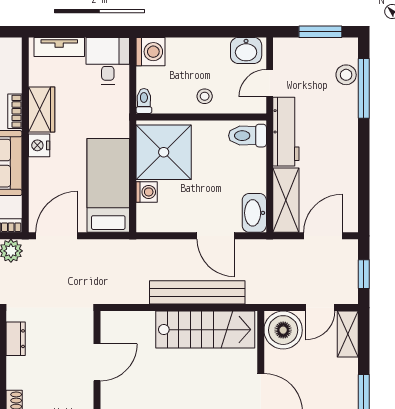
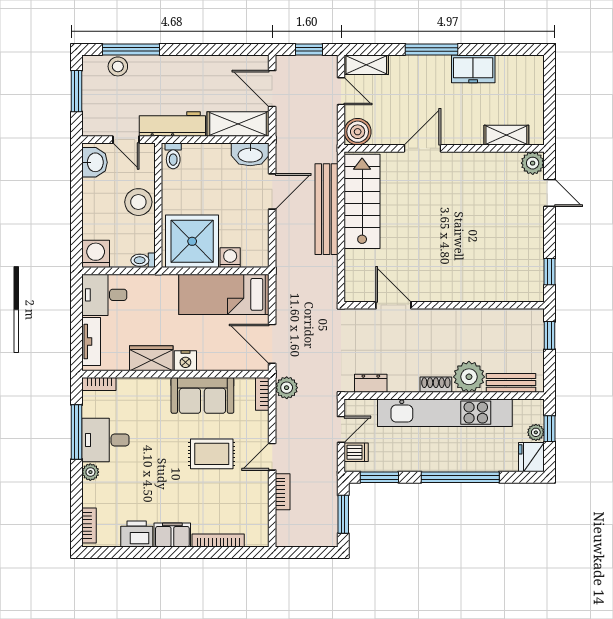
stool: (205, 96) -> (138, 202), width x1.89, depth x1.89
bookcase: (15, 111) -> (99, 384), moved
toilet: (247, 136) -> (173, 156), width x0.73, depth x0.72
boiler: (283, 330) -> (358, 132), width x0.73, depth x0.73

